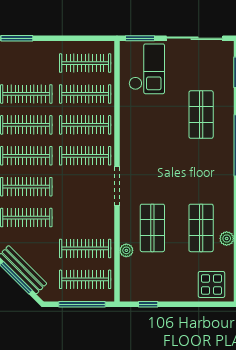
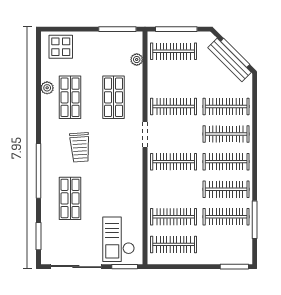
clothes rail: (85, 125) -> (174, 189), removed
trolley: (190, 172) -> (80, 147), added
doorway: (117, 186) -> (145, 135), width x0.73
clothes rail: (85, 248) -> (174, 106), moved
plant: (126, 250) -> (137, 60), moved
window: (148, 304) -> (117, 29), width x2.17

